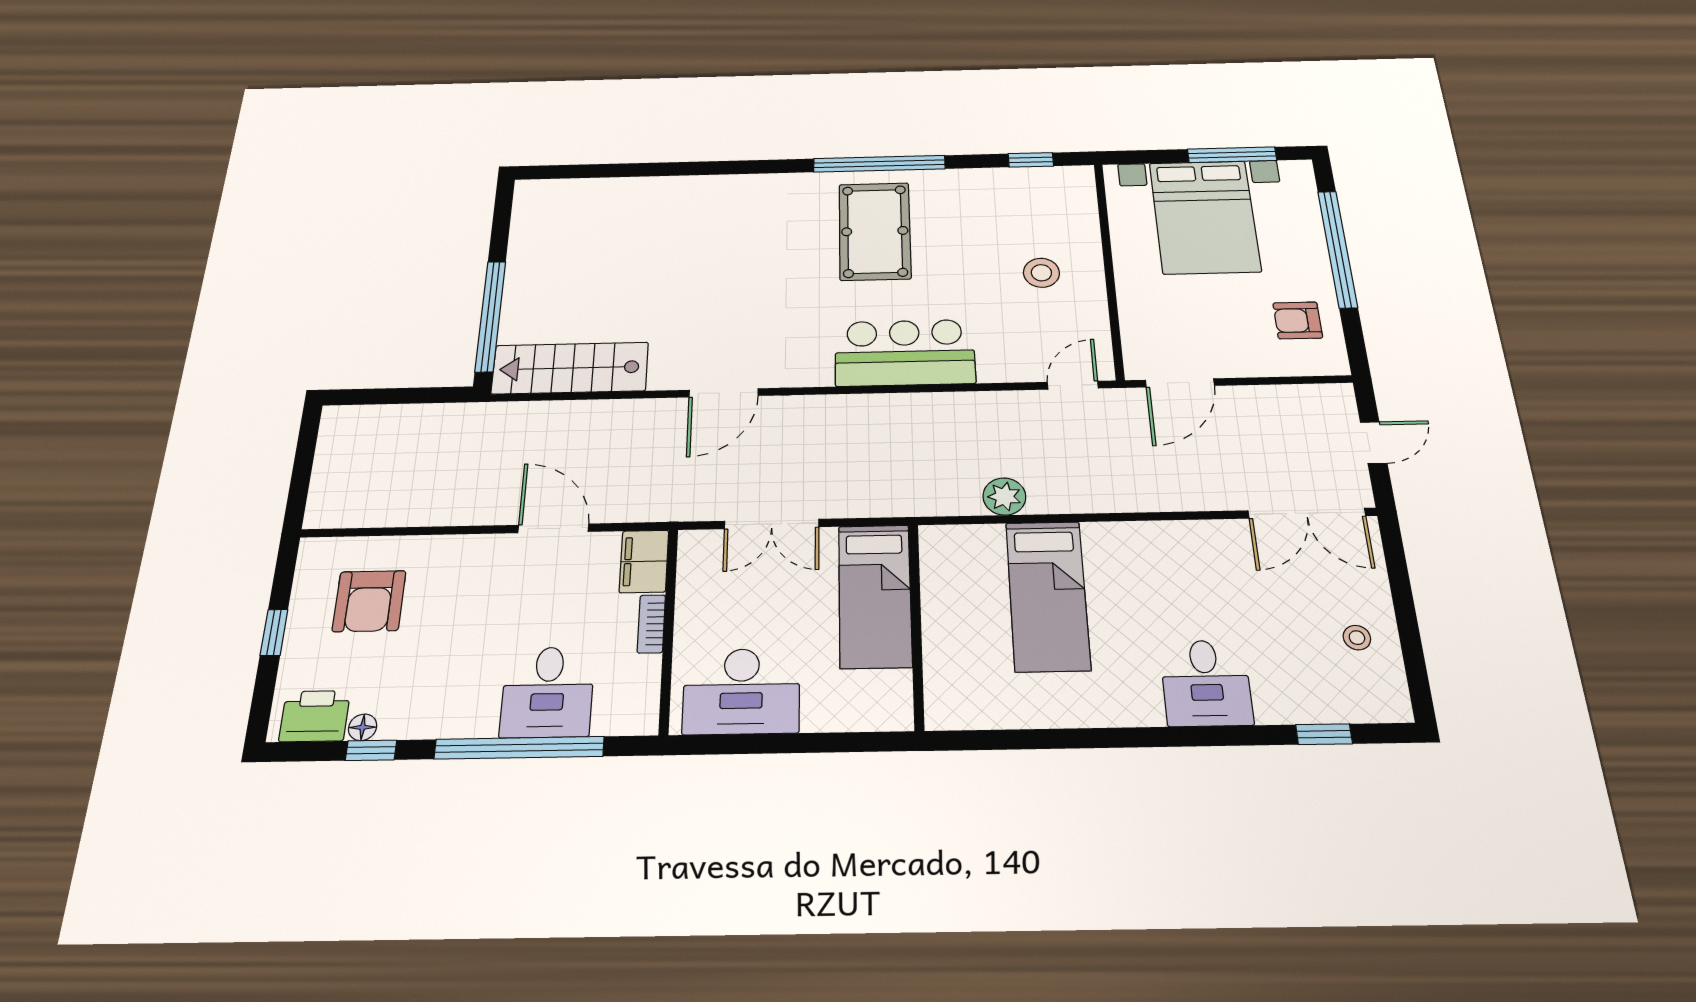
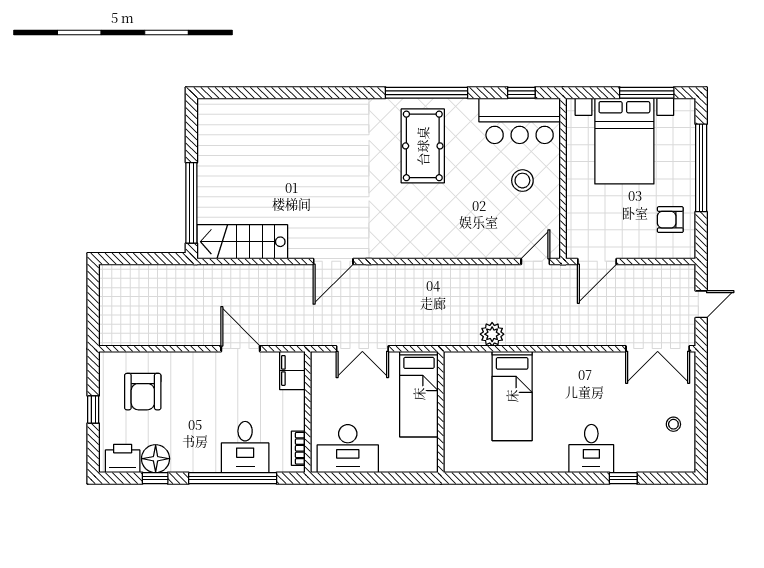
bar counter: (905, 353) -> (520, 121), moved, turned 180
bookcase: (651, 624) -> (298, 448), moved
floor lamp: (363, 727) -> (156, 459), width x1.89, depth x1.89
window: (1324, 734) -> (623, 478), moved

